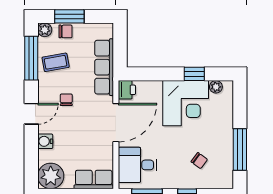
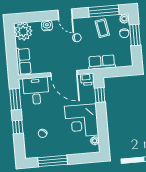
row of seats: (104, 67) -> (102, 62), width x0.68
window: (194, 74) -> (100, 95), moved

